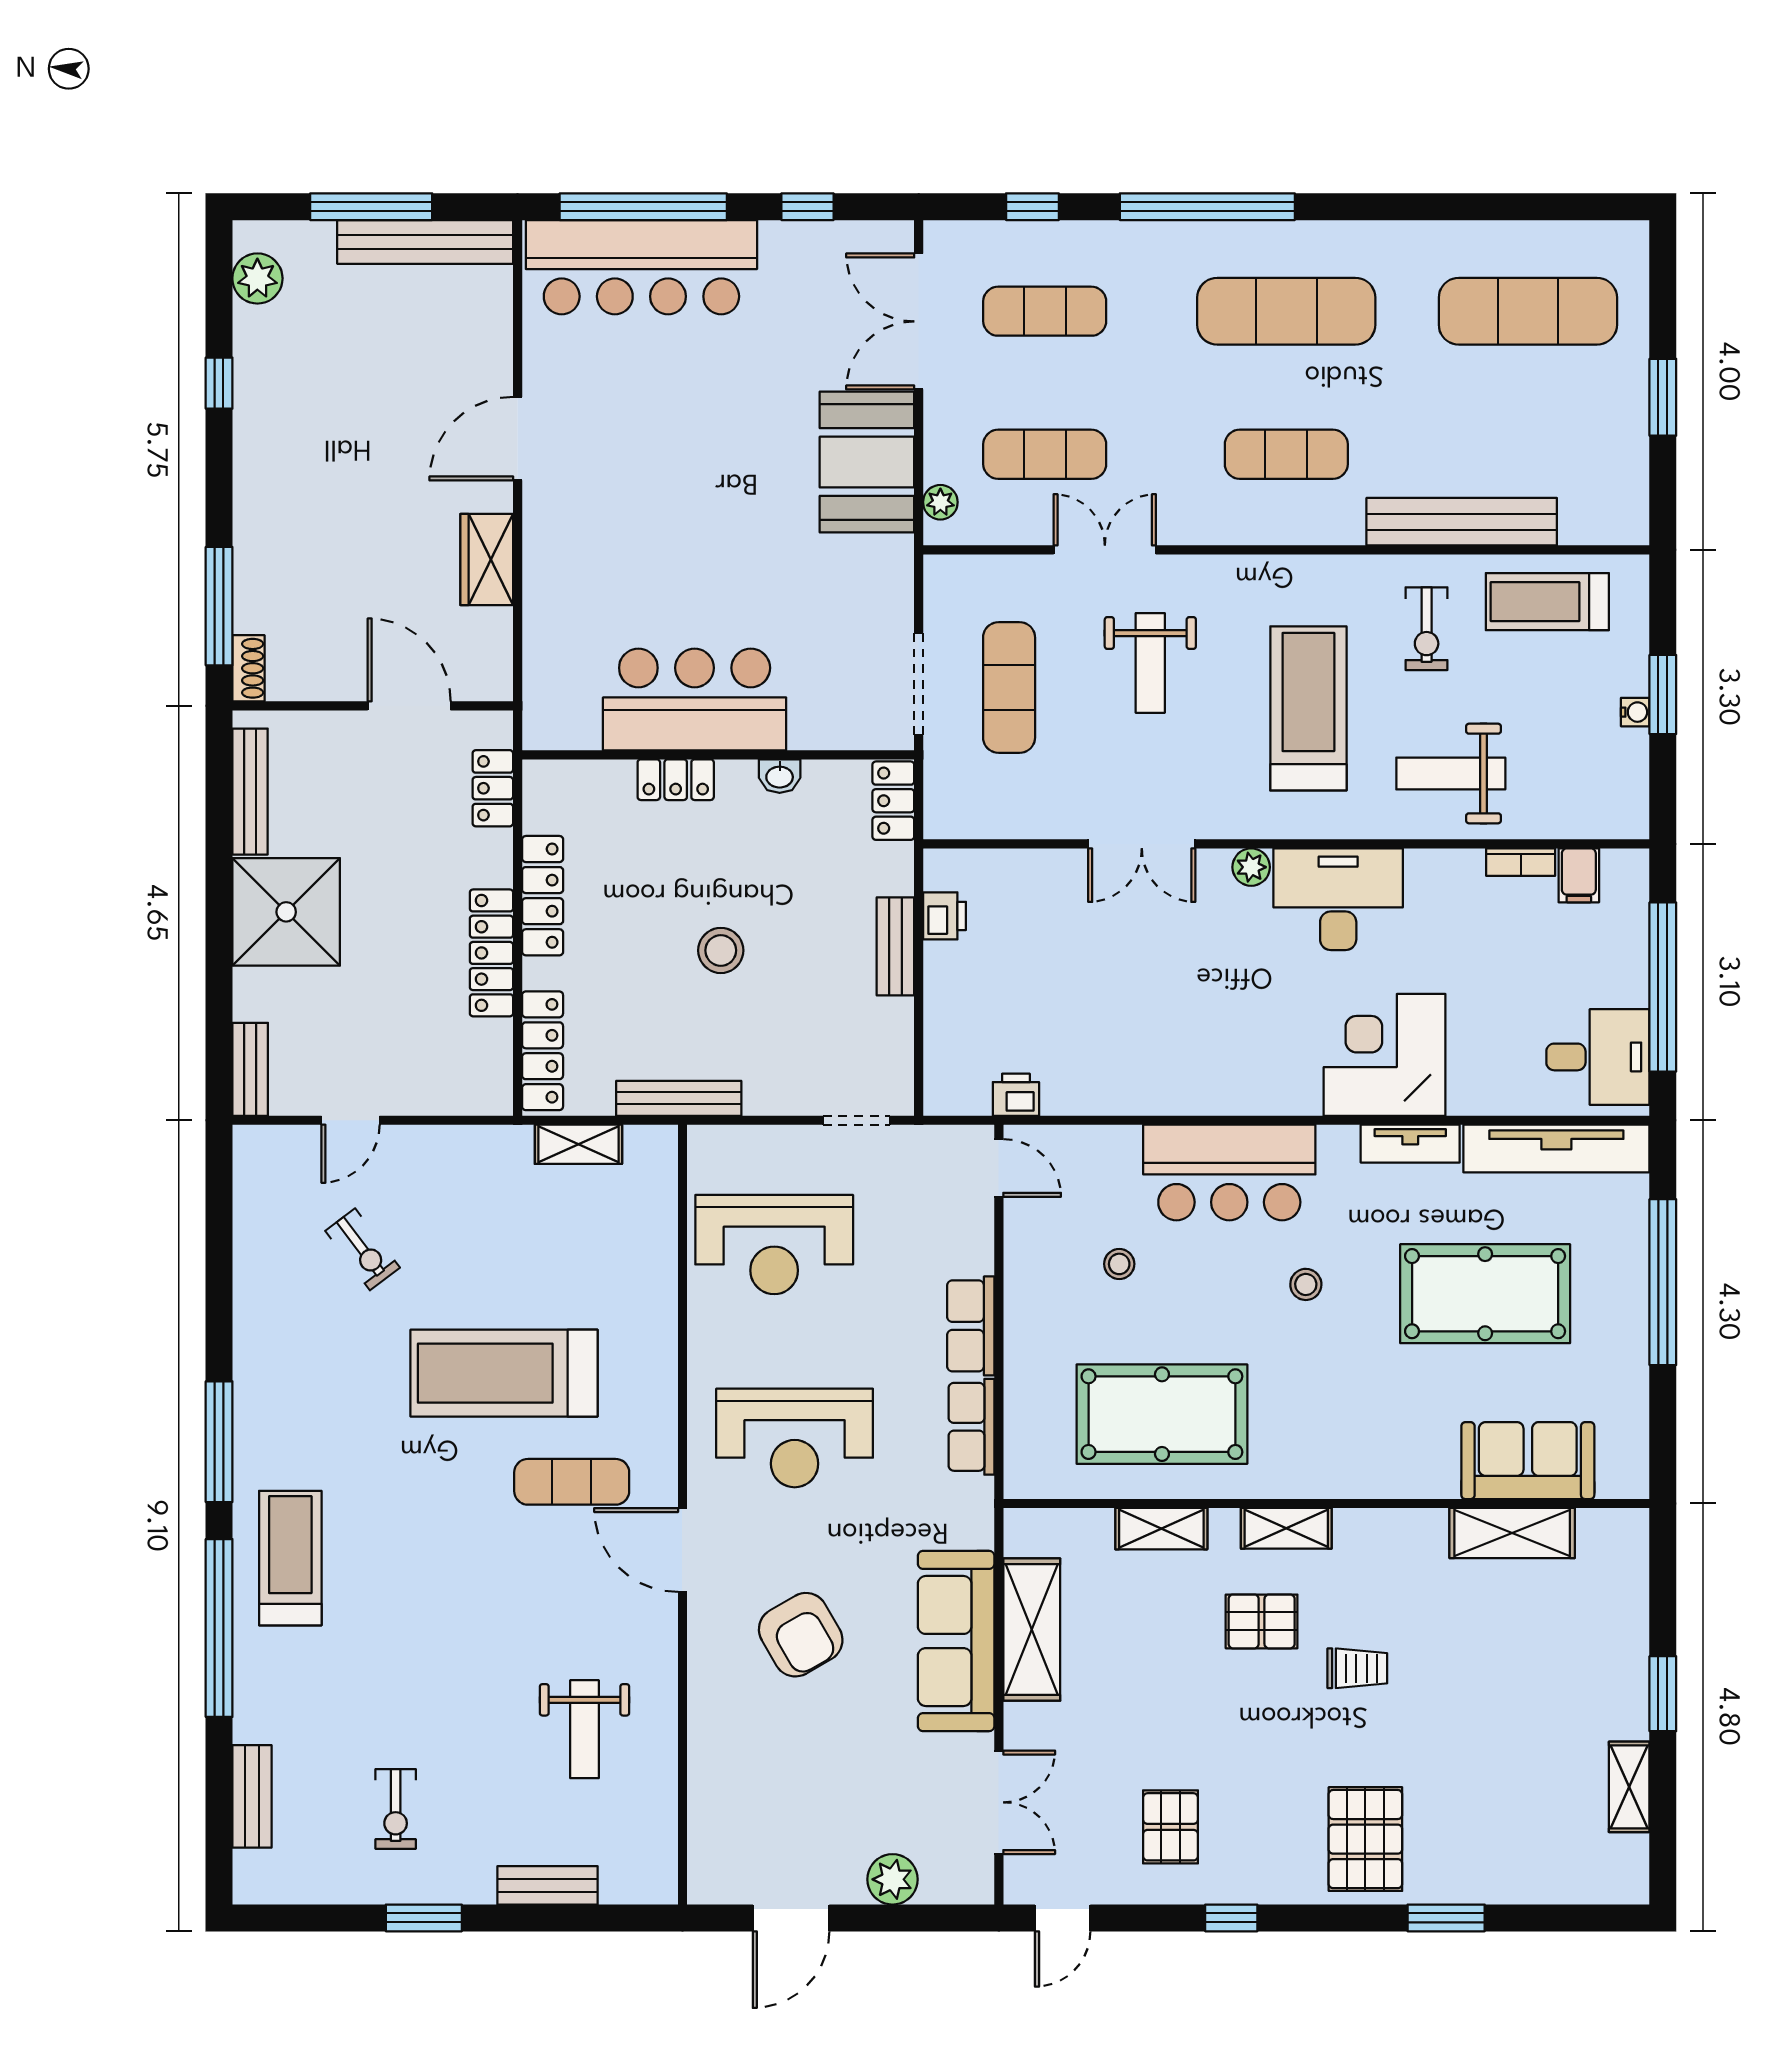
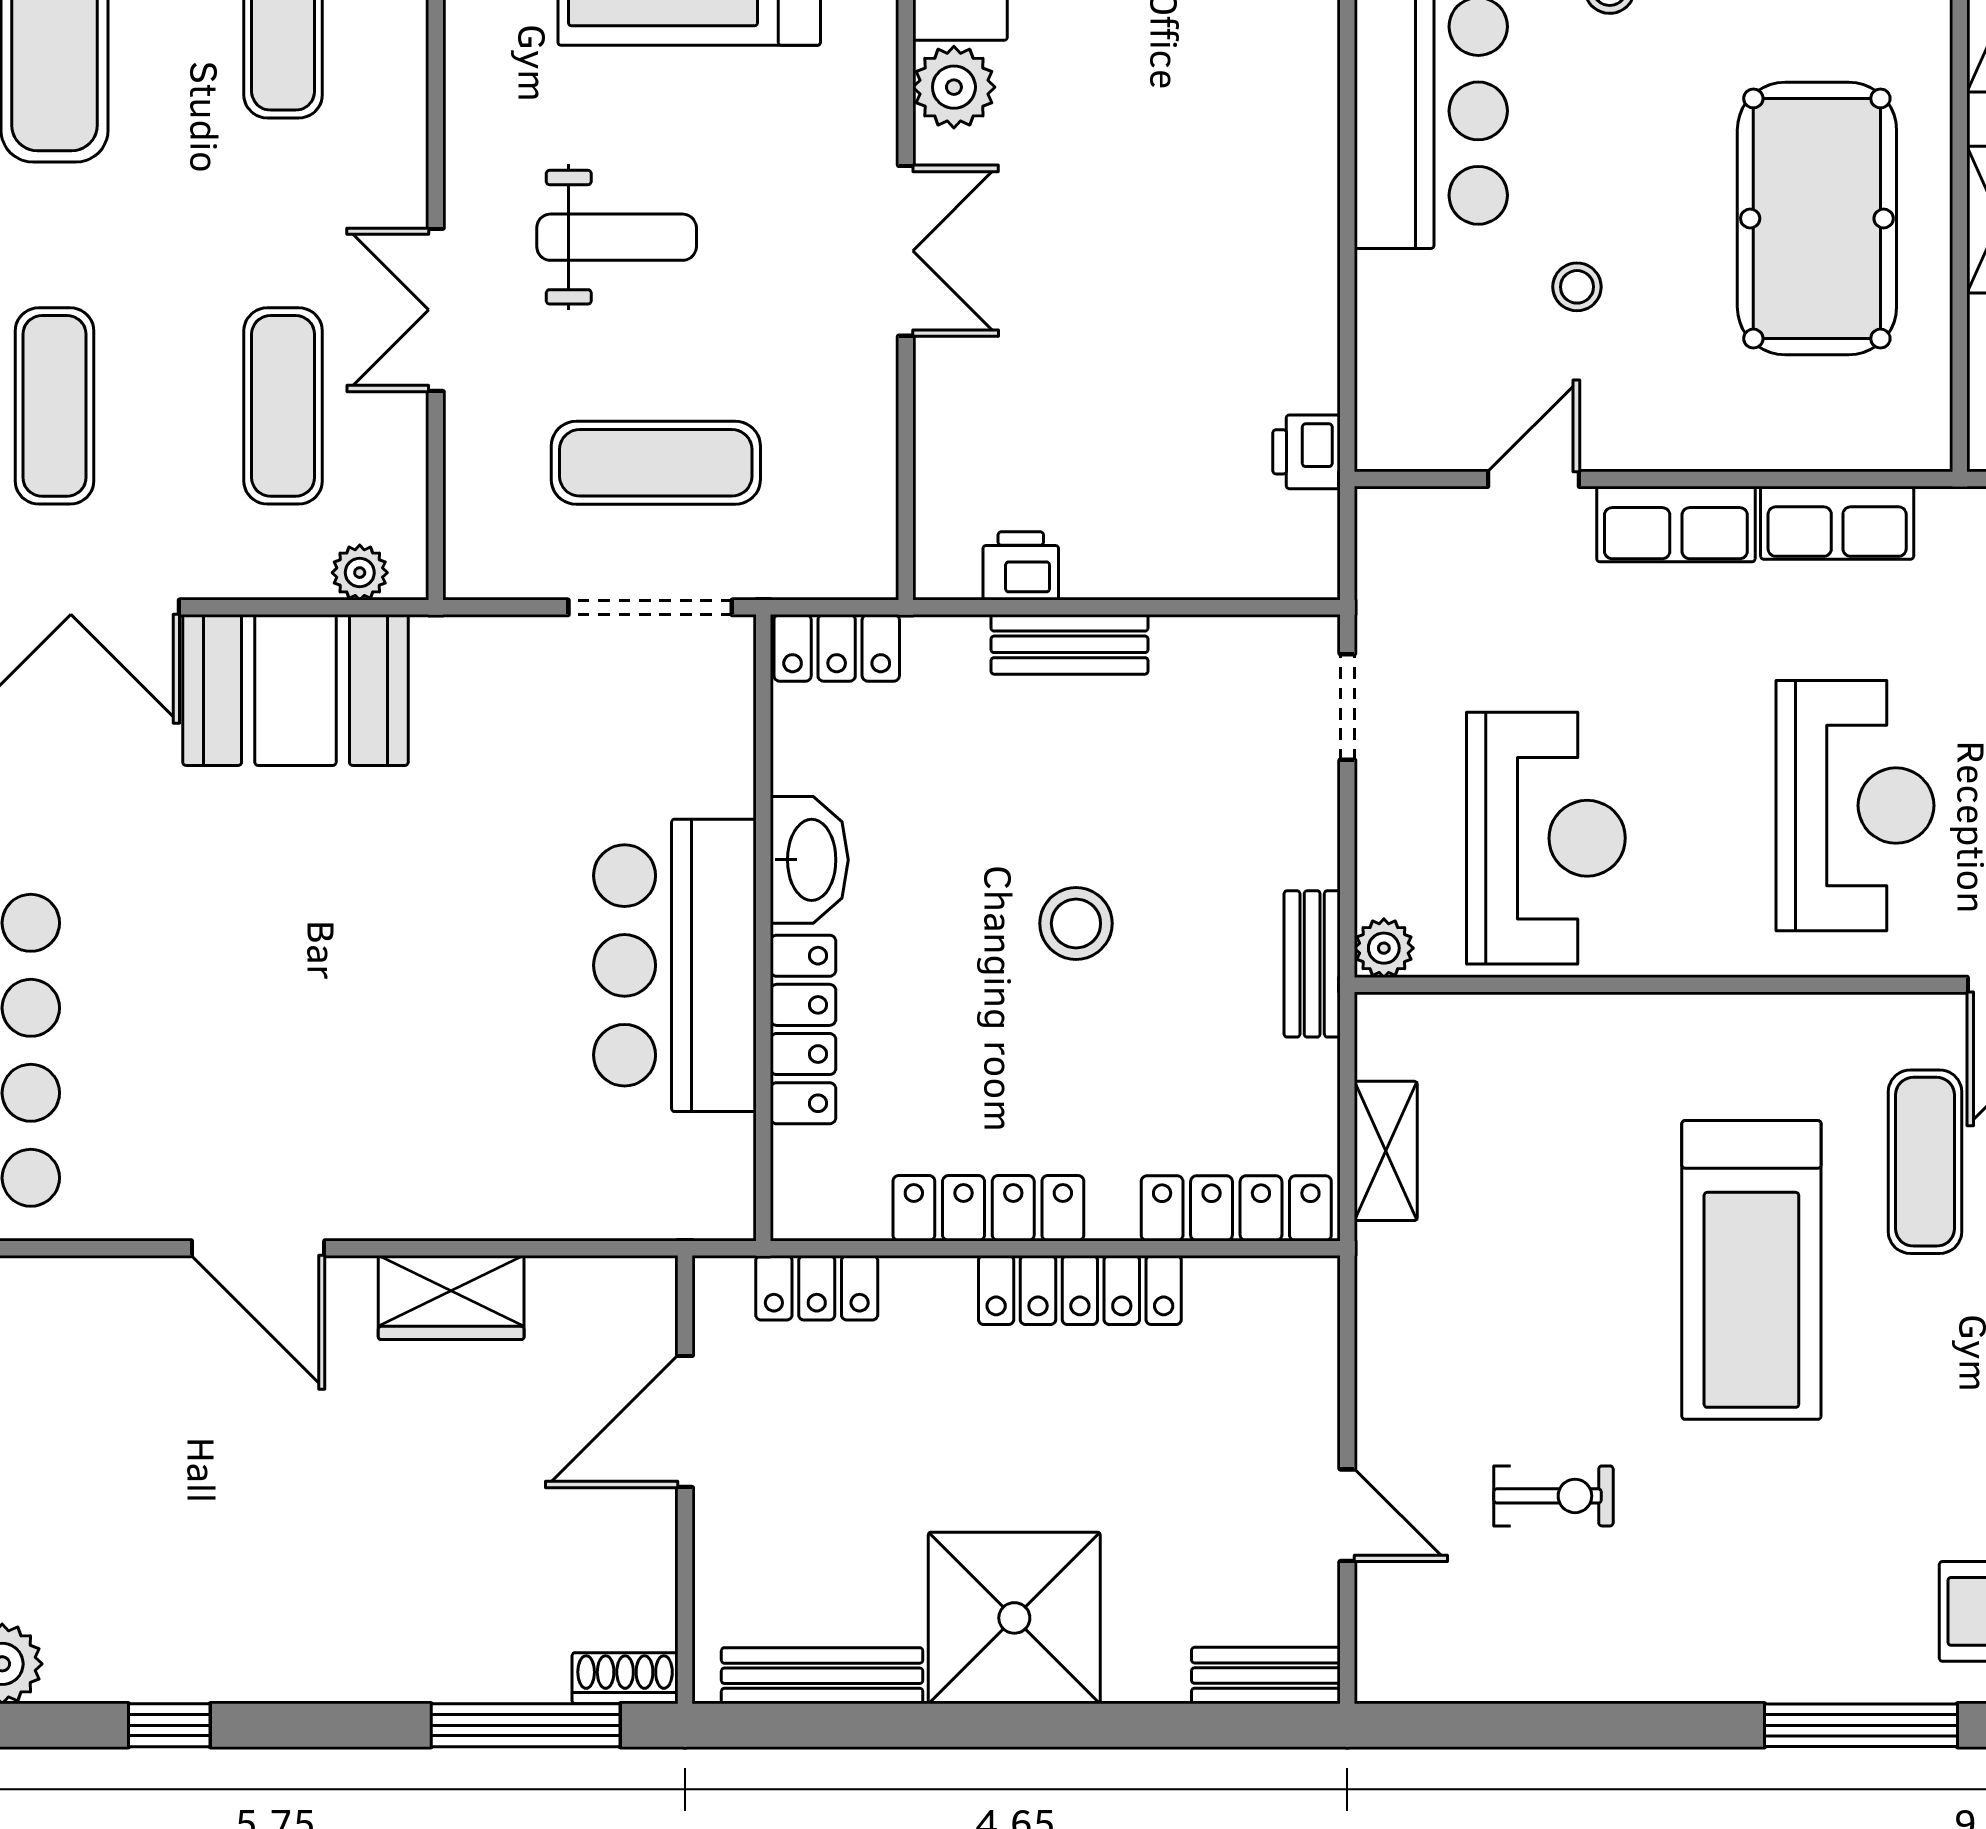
washbasin: (780, 776) -> (809, 860), width x1.91, depth x1.45
locker: (676, 780) -> (803, 1029), width x1.53
plant: (1251, 867) -> (954, 87), width x1.38, depth x1.38
bench: (679, 1098) -> (1312, 964), width x0.73
plant: (705, 1143) -> (1384, 948), added
door: (999, 1168) -> (1534, 479), moved
exercise bike: (363, 1249) -> (1554, 1496), turned 37

